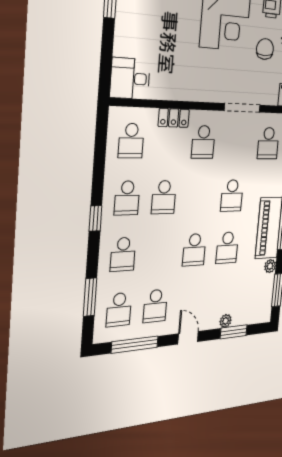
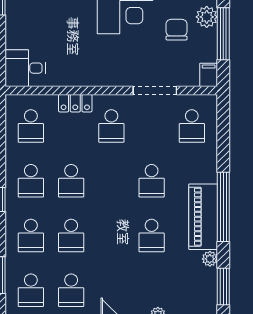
school desk: (194, 250) -> (71, 236), moved

